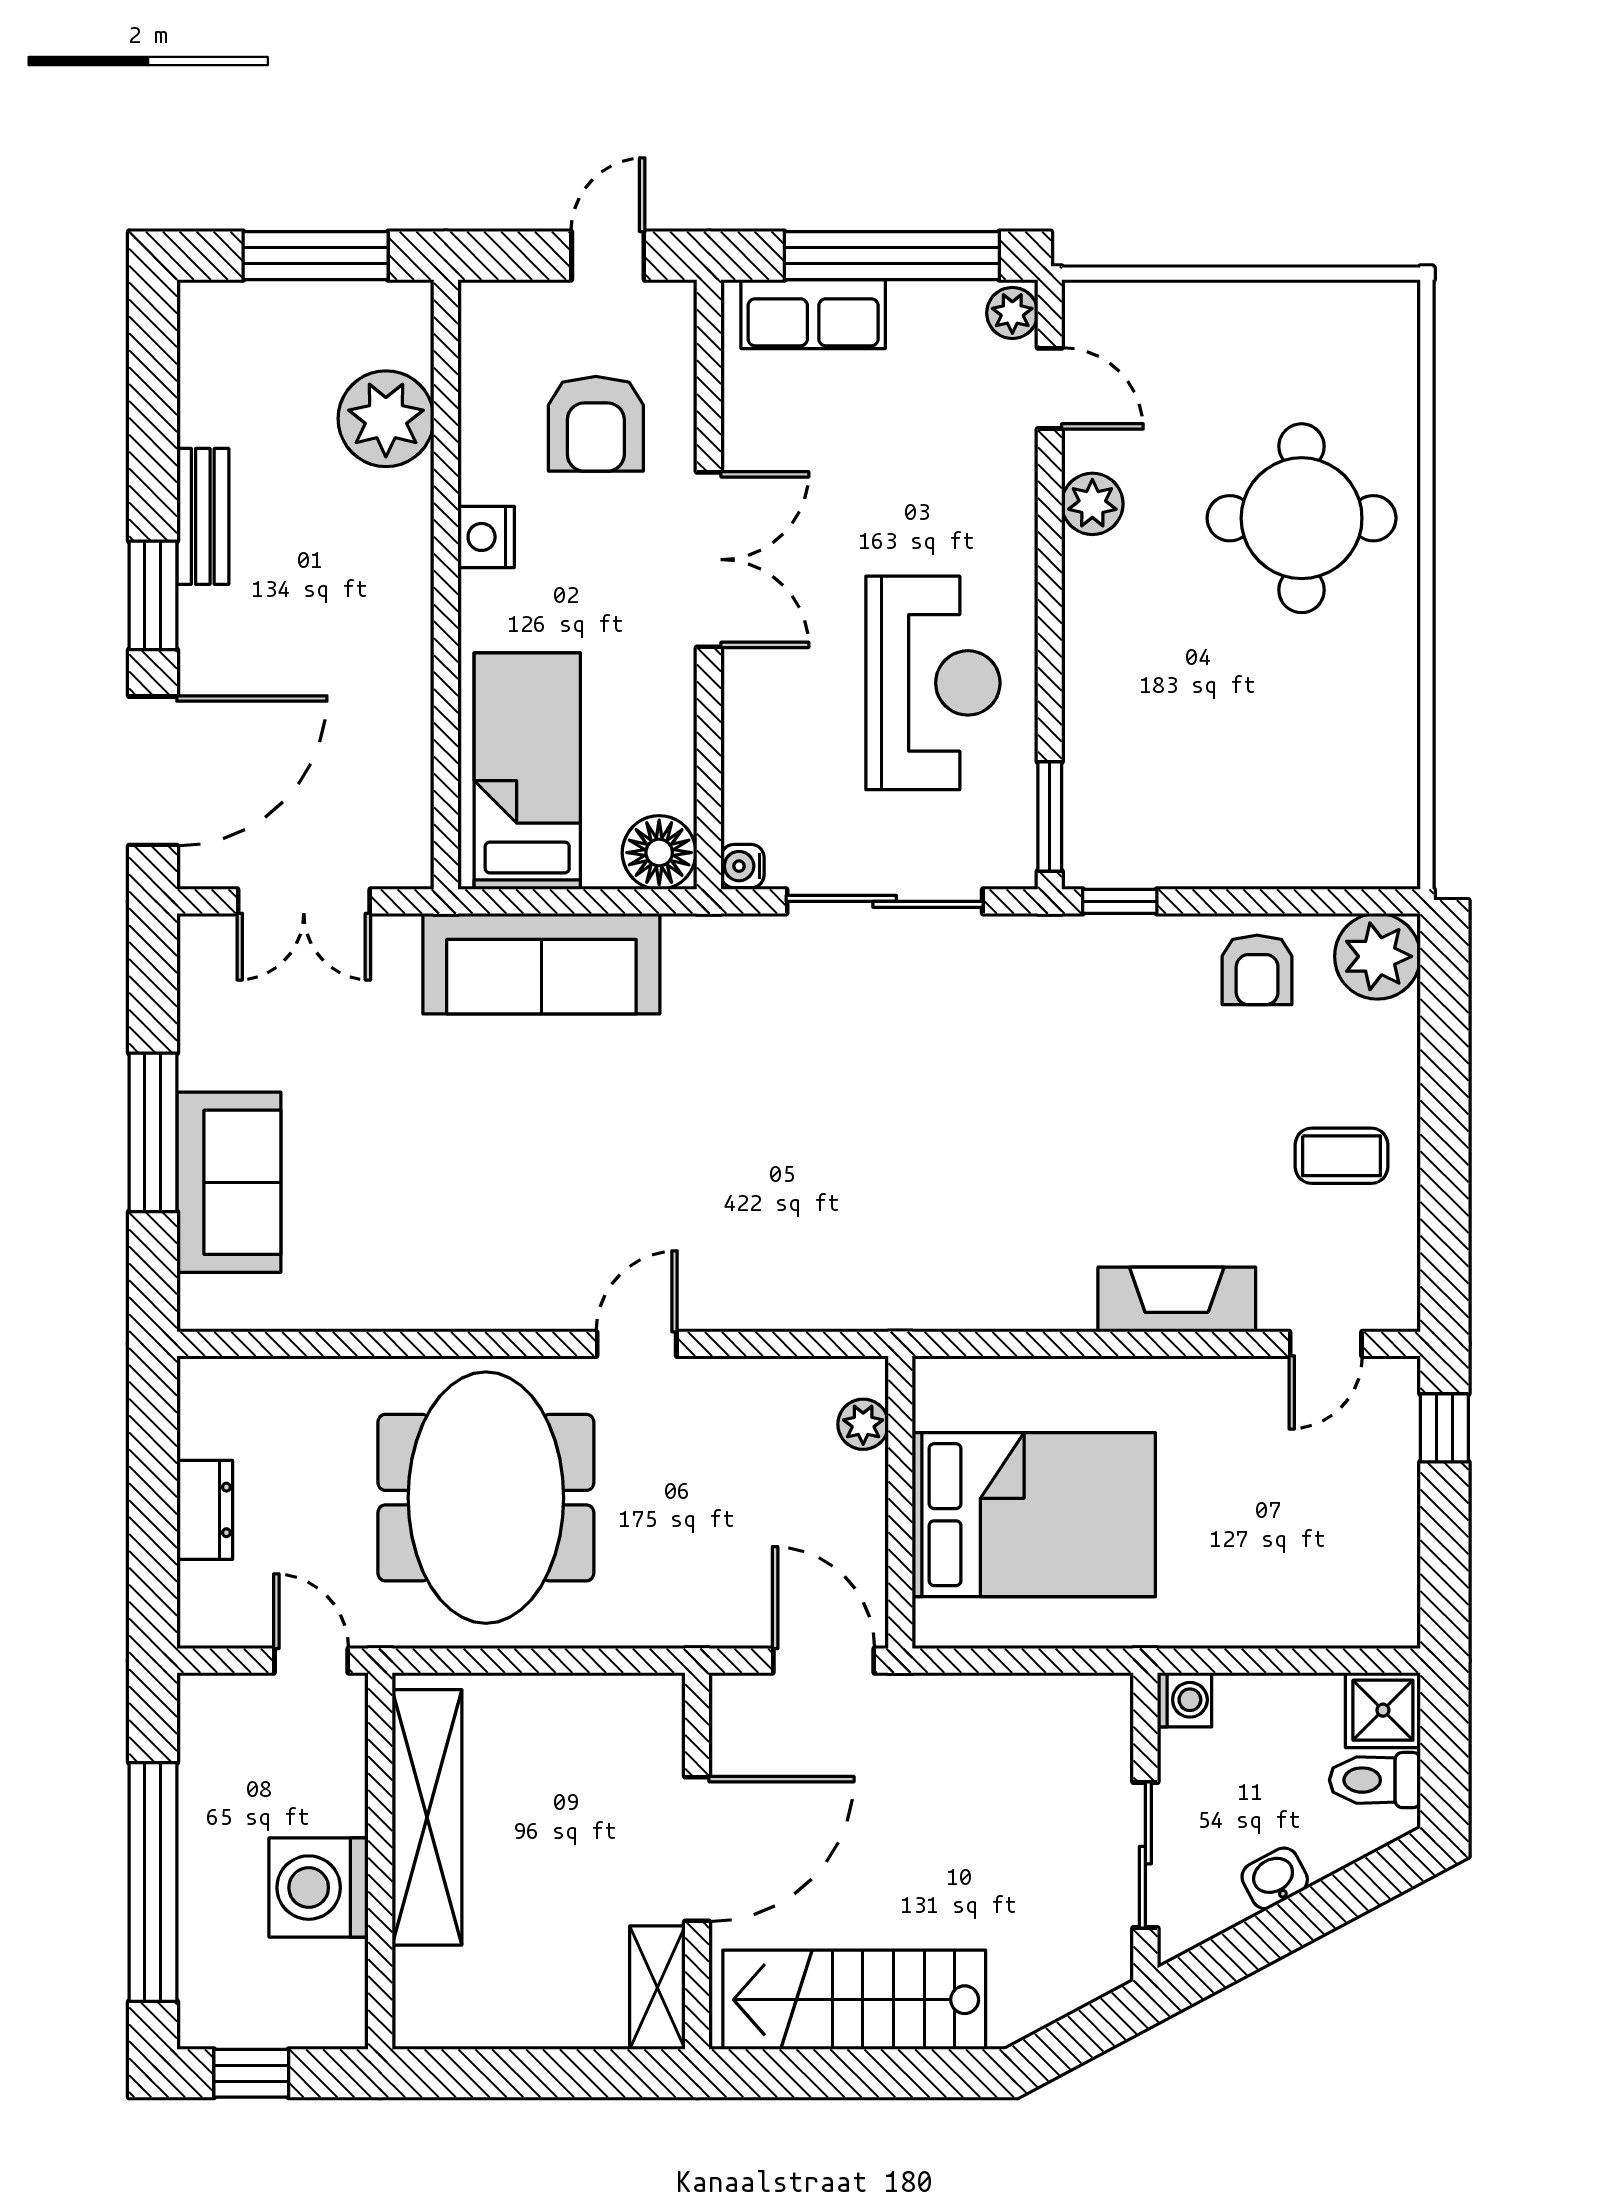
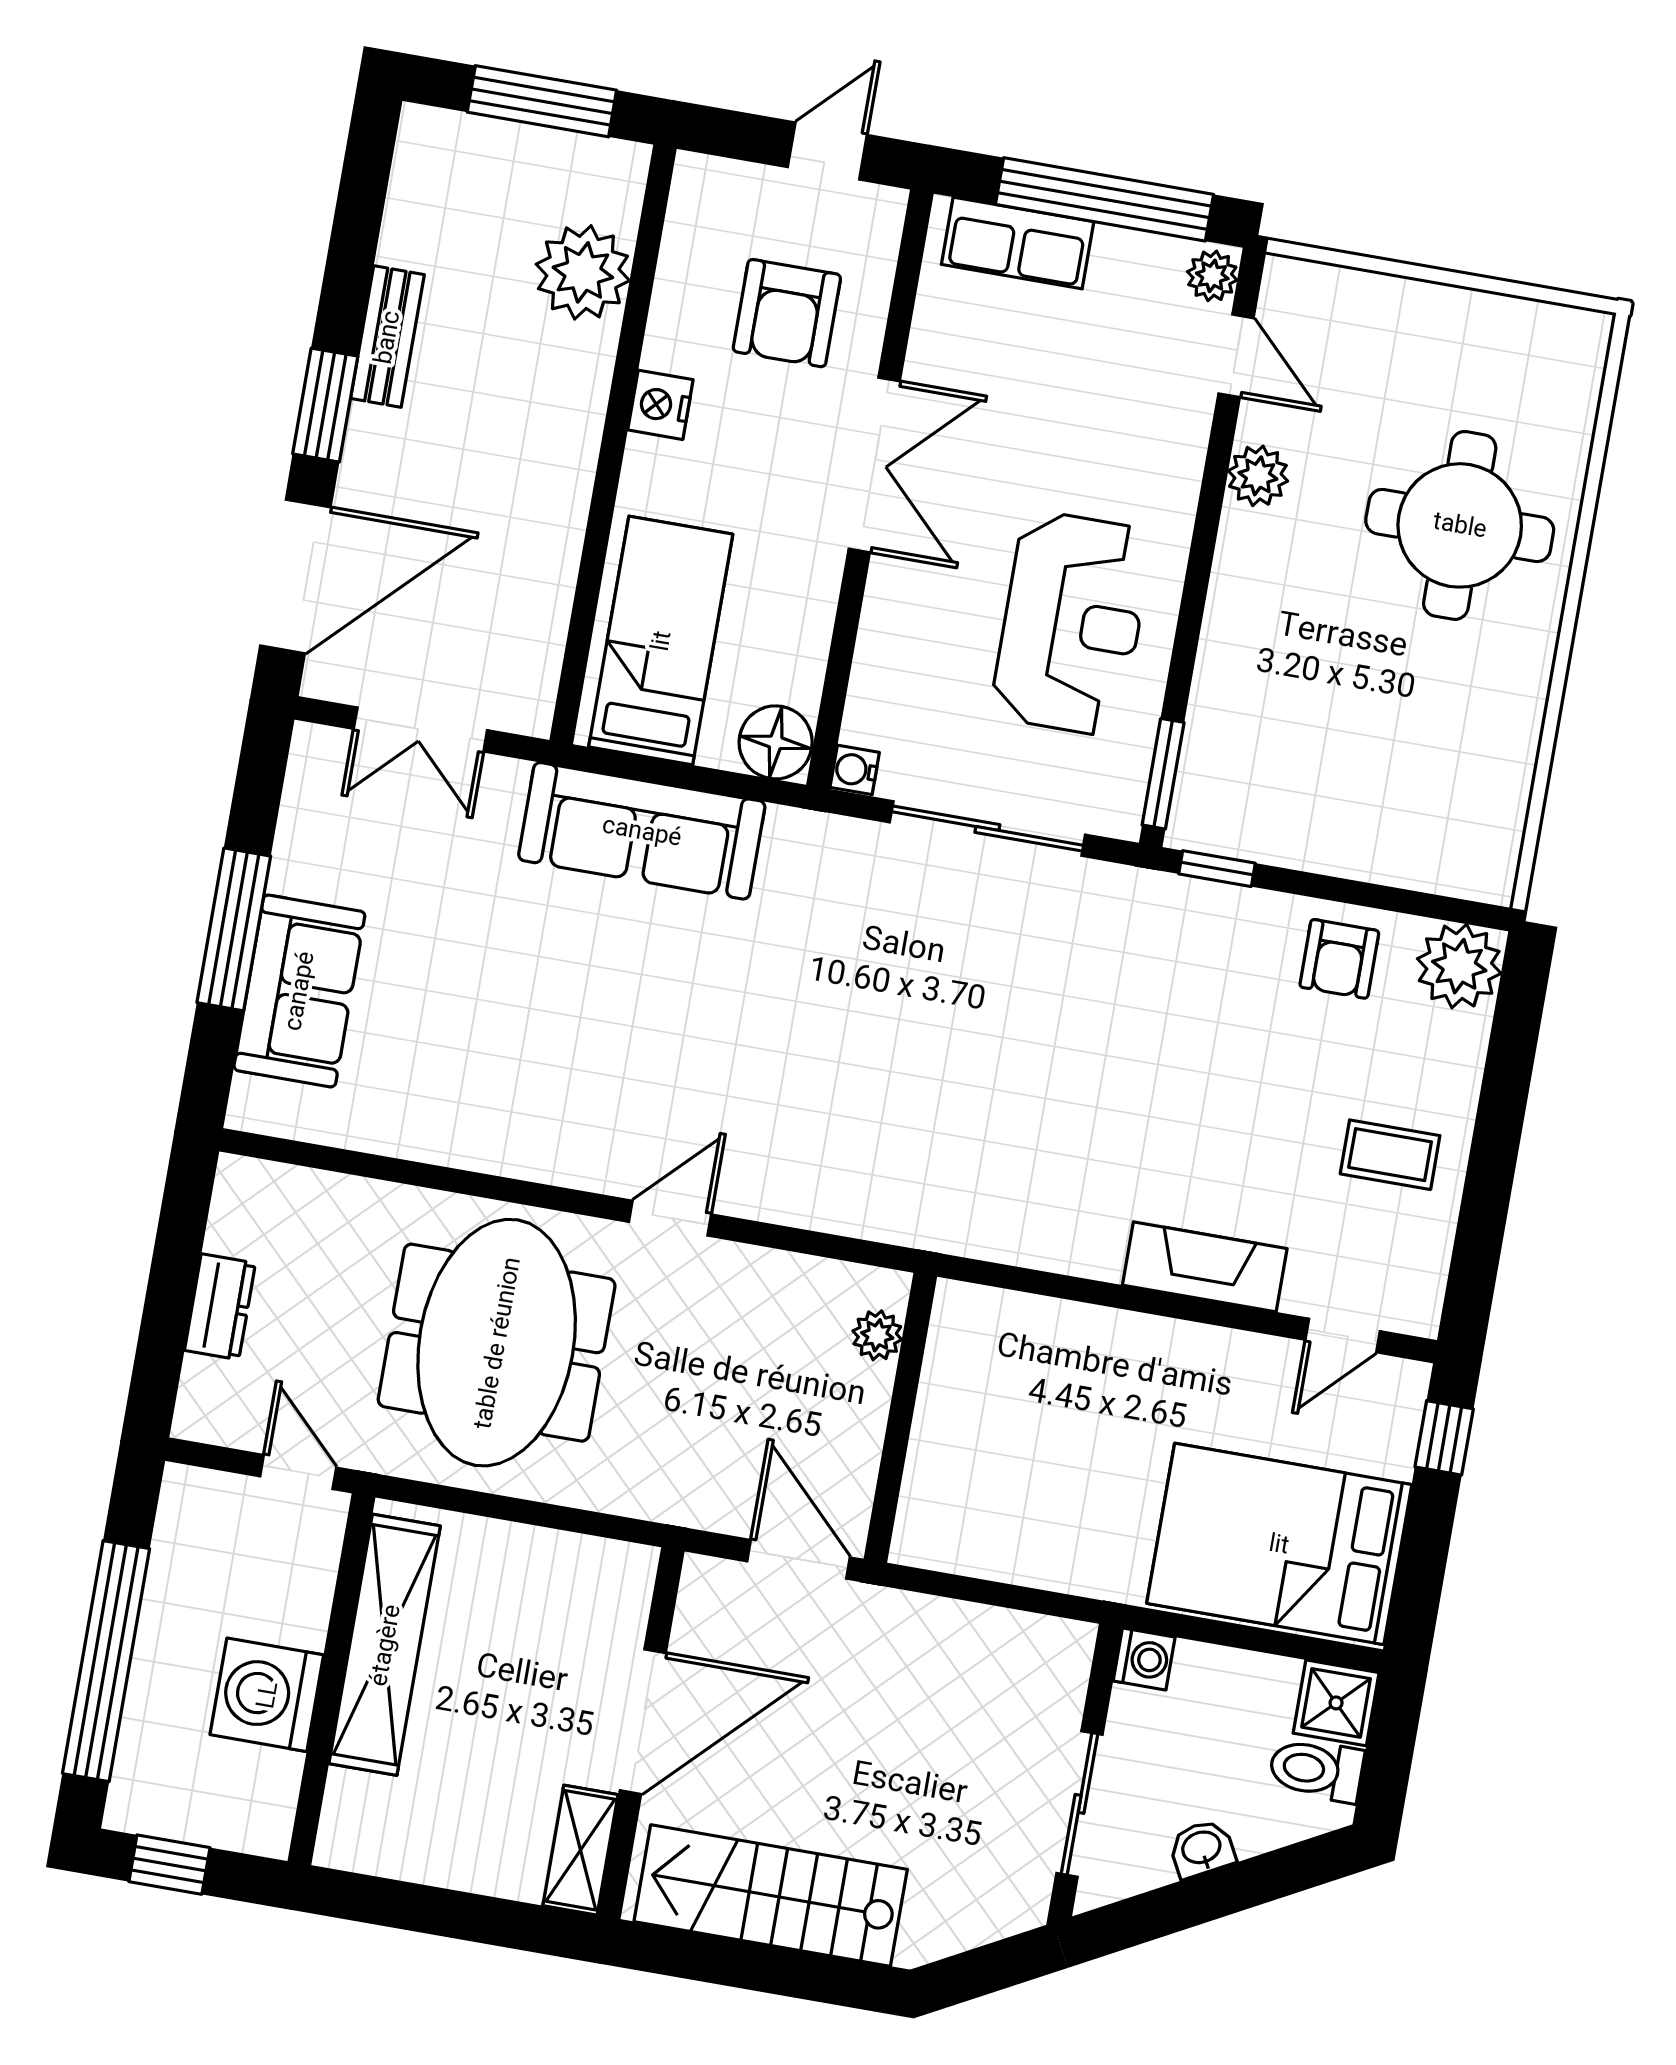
bed: (1034, 1515) -> (1279, 1544), moved, turned 180

